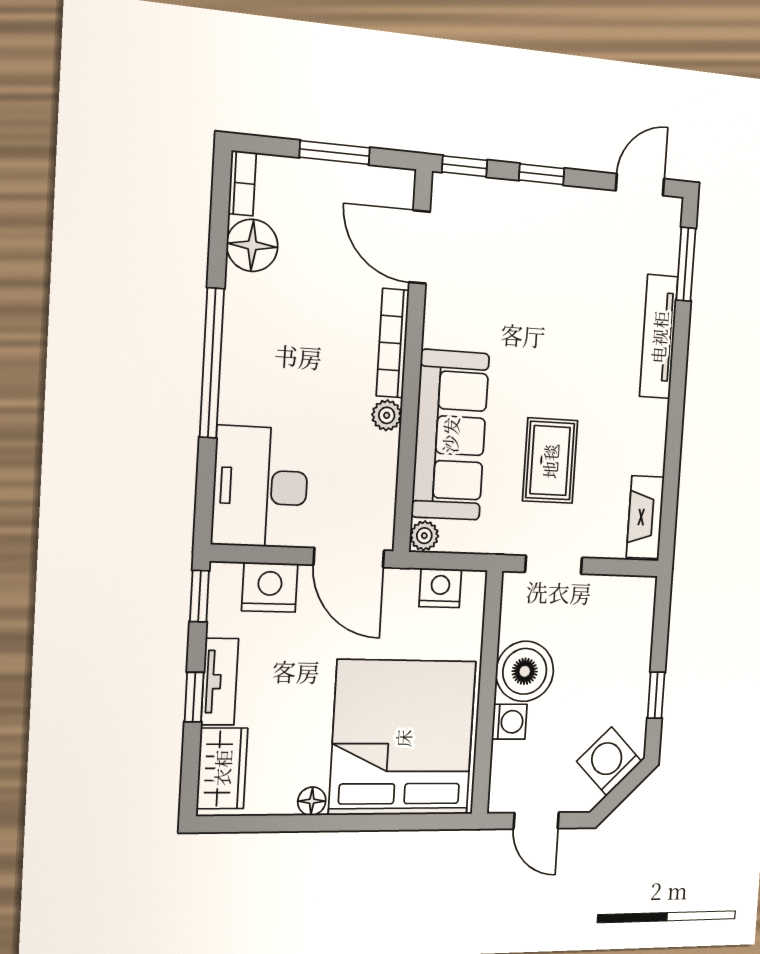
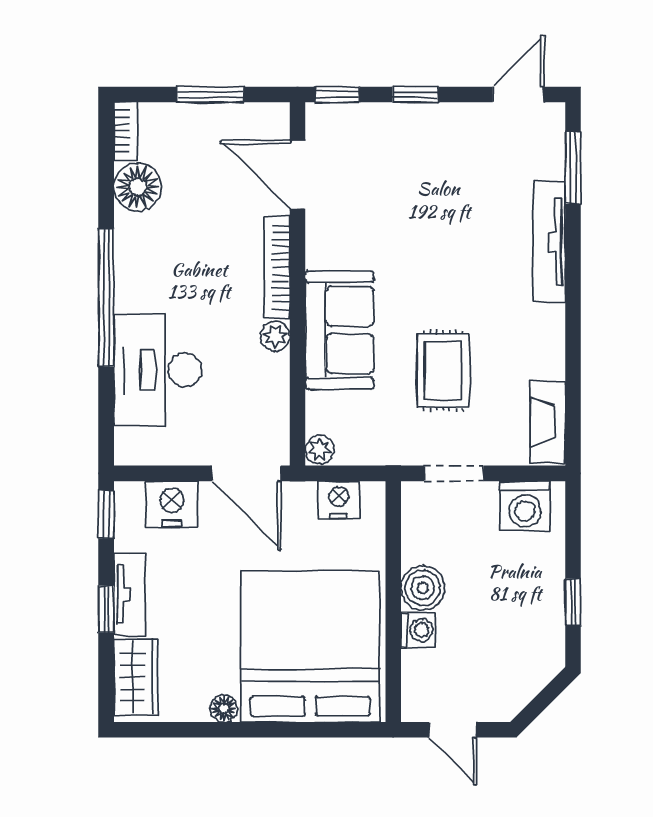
sofa: (450, 435) -> (339, 330), width x0.73
desk: (260, 487) -> (158, 370), moved
boiler: (525, 671) -> (423, 588), width x0.73, depth x0.73
washing machine: (609, 761) -> (525, 506), moved, turned -135

